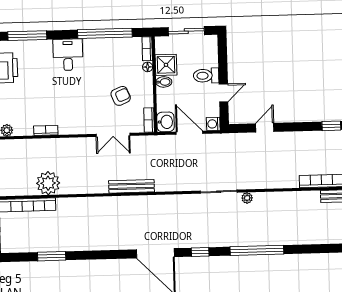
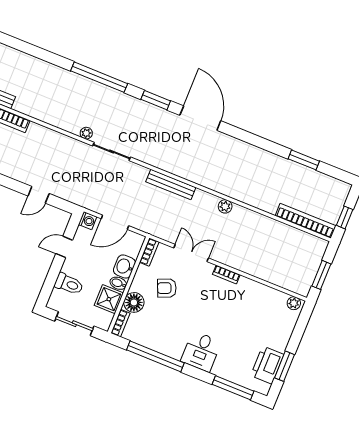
floor lamp: (148, 67) -> (134, 302), width x1.89, depth x1.89
toilet: (206, 76) -> (69, 284), moved
washbasin: (166, 122) -> (124, 267), moved
bookcase: (46, 130) -> (226, 274), moved
door: (189, 133) -> (115, 222), hinge flipped
plant: (48, 183) -> (225, 206), moved, width x0.53, depth x0.53
bench: (131, 186) -> (171, 185), moved
window: (200, 252) -> (156, 100), width x1.50

